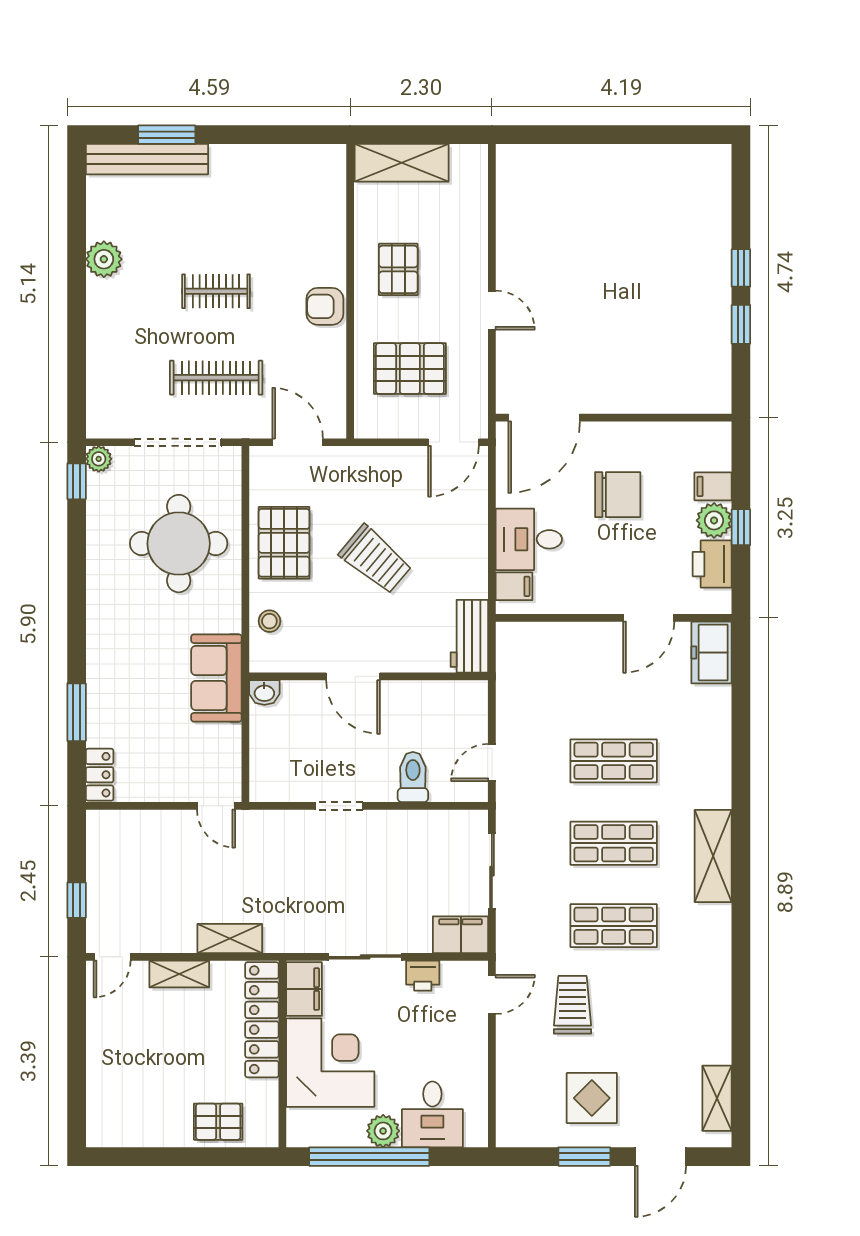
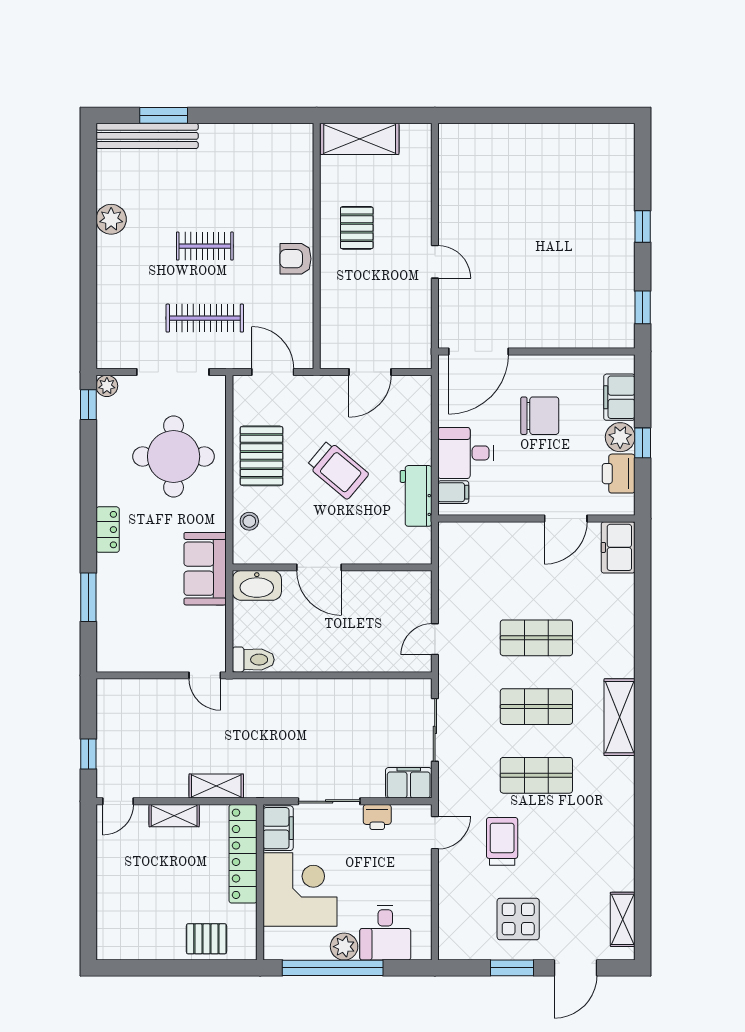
window: (741, 324) -> (643, 307), moved
pallet: (410, 369) -> (366, 311), removed
door: (453, 442) -> (370, 372), moved
filing cabinet: (713, 486) -> (619, 397), width x2.00
workbench: (469, 636) -> (416, 496), moved
washbasin: (264, 693) -> (257, 585), width x1.91, depth x1.45
locker: (100, 775) -> (108, 530), moved
toilet: (413, 777) -> (253, 660), moved, turned 90
doorway: (339, 806) -> (307, 675), removed

